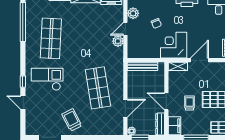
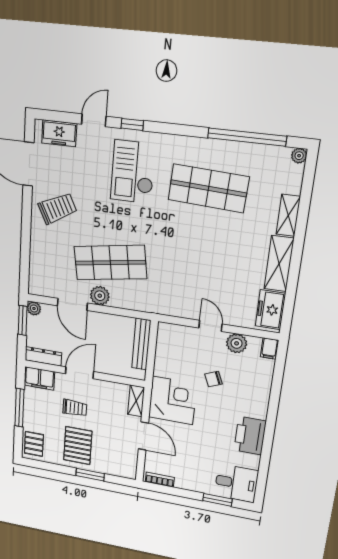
plant: (118, 41) -> (100, 296), moved
checkout: (47, 79) -> (133, 172), turned 180
freezer: (32, 121) -> (59, 133), added

